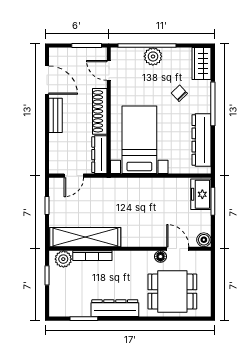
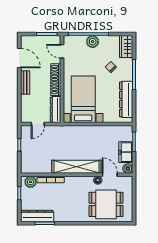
freezer: (201, 194) -> (126, 152), moved
shelving: (85, 237) -> (76, 167), moved
dresser: (115, 308) -> (37, 216), moved

